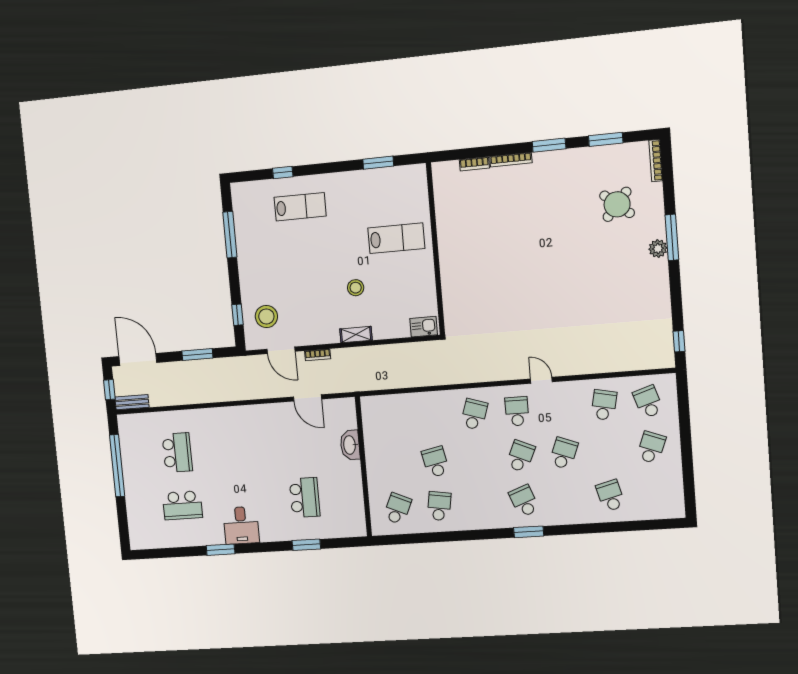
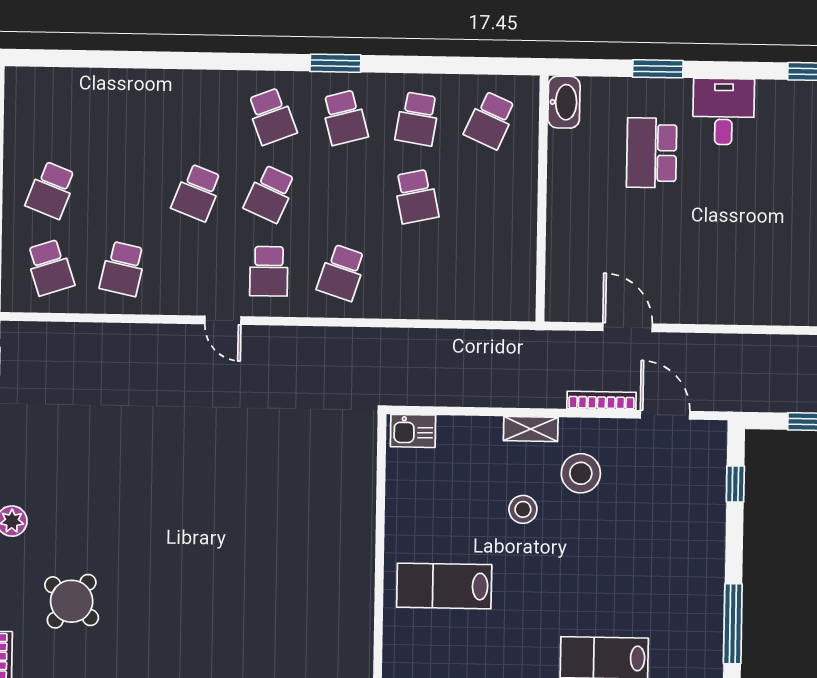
stool: (266, 316) -> (581, 473), moved
bookcase: (318, 355) -> (602, 400), width x1.56
washbasin: (350, 445) -> (564, 102), moved
school desk: (611, 496) -> (344, 117), moved
desk: (241, 525) -> (724, 112), moved
window: (529, 532) -> (335, 63), moved

